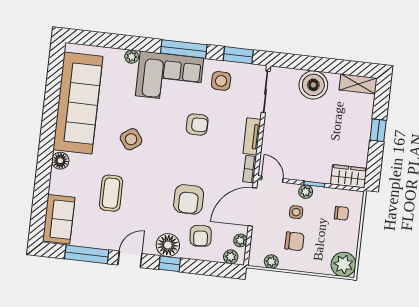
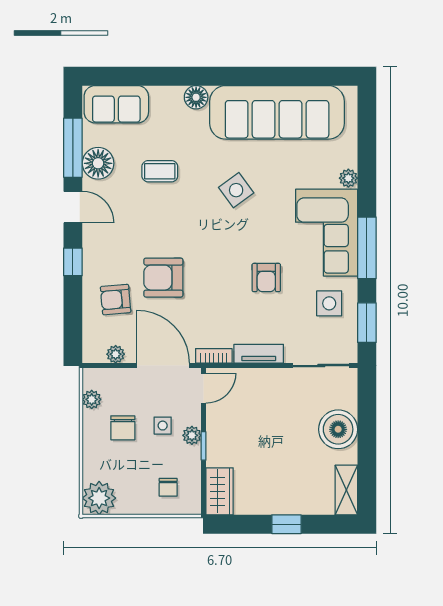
coffee table: (111, 193) -> (160, 171), width x0.73, depth x0.77
floor lamp: (168, 245) -> (98, 163), moved
plant: (231, 257) -> (92, 344), removed

